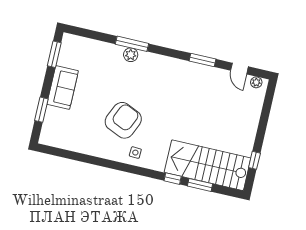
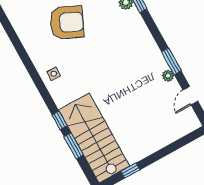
plant: (256, 82) -> (168, 76), moved
armchair: (123, 120) -> (67, 23), moved

